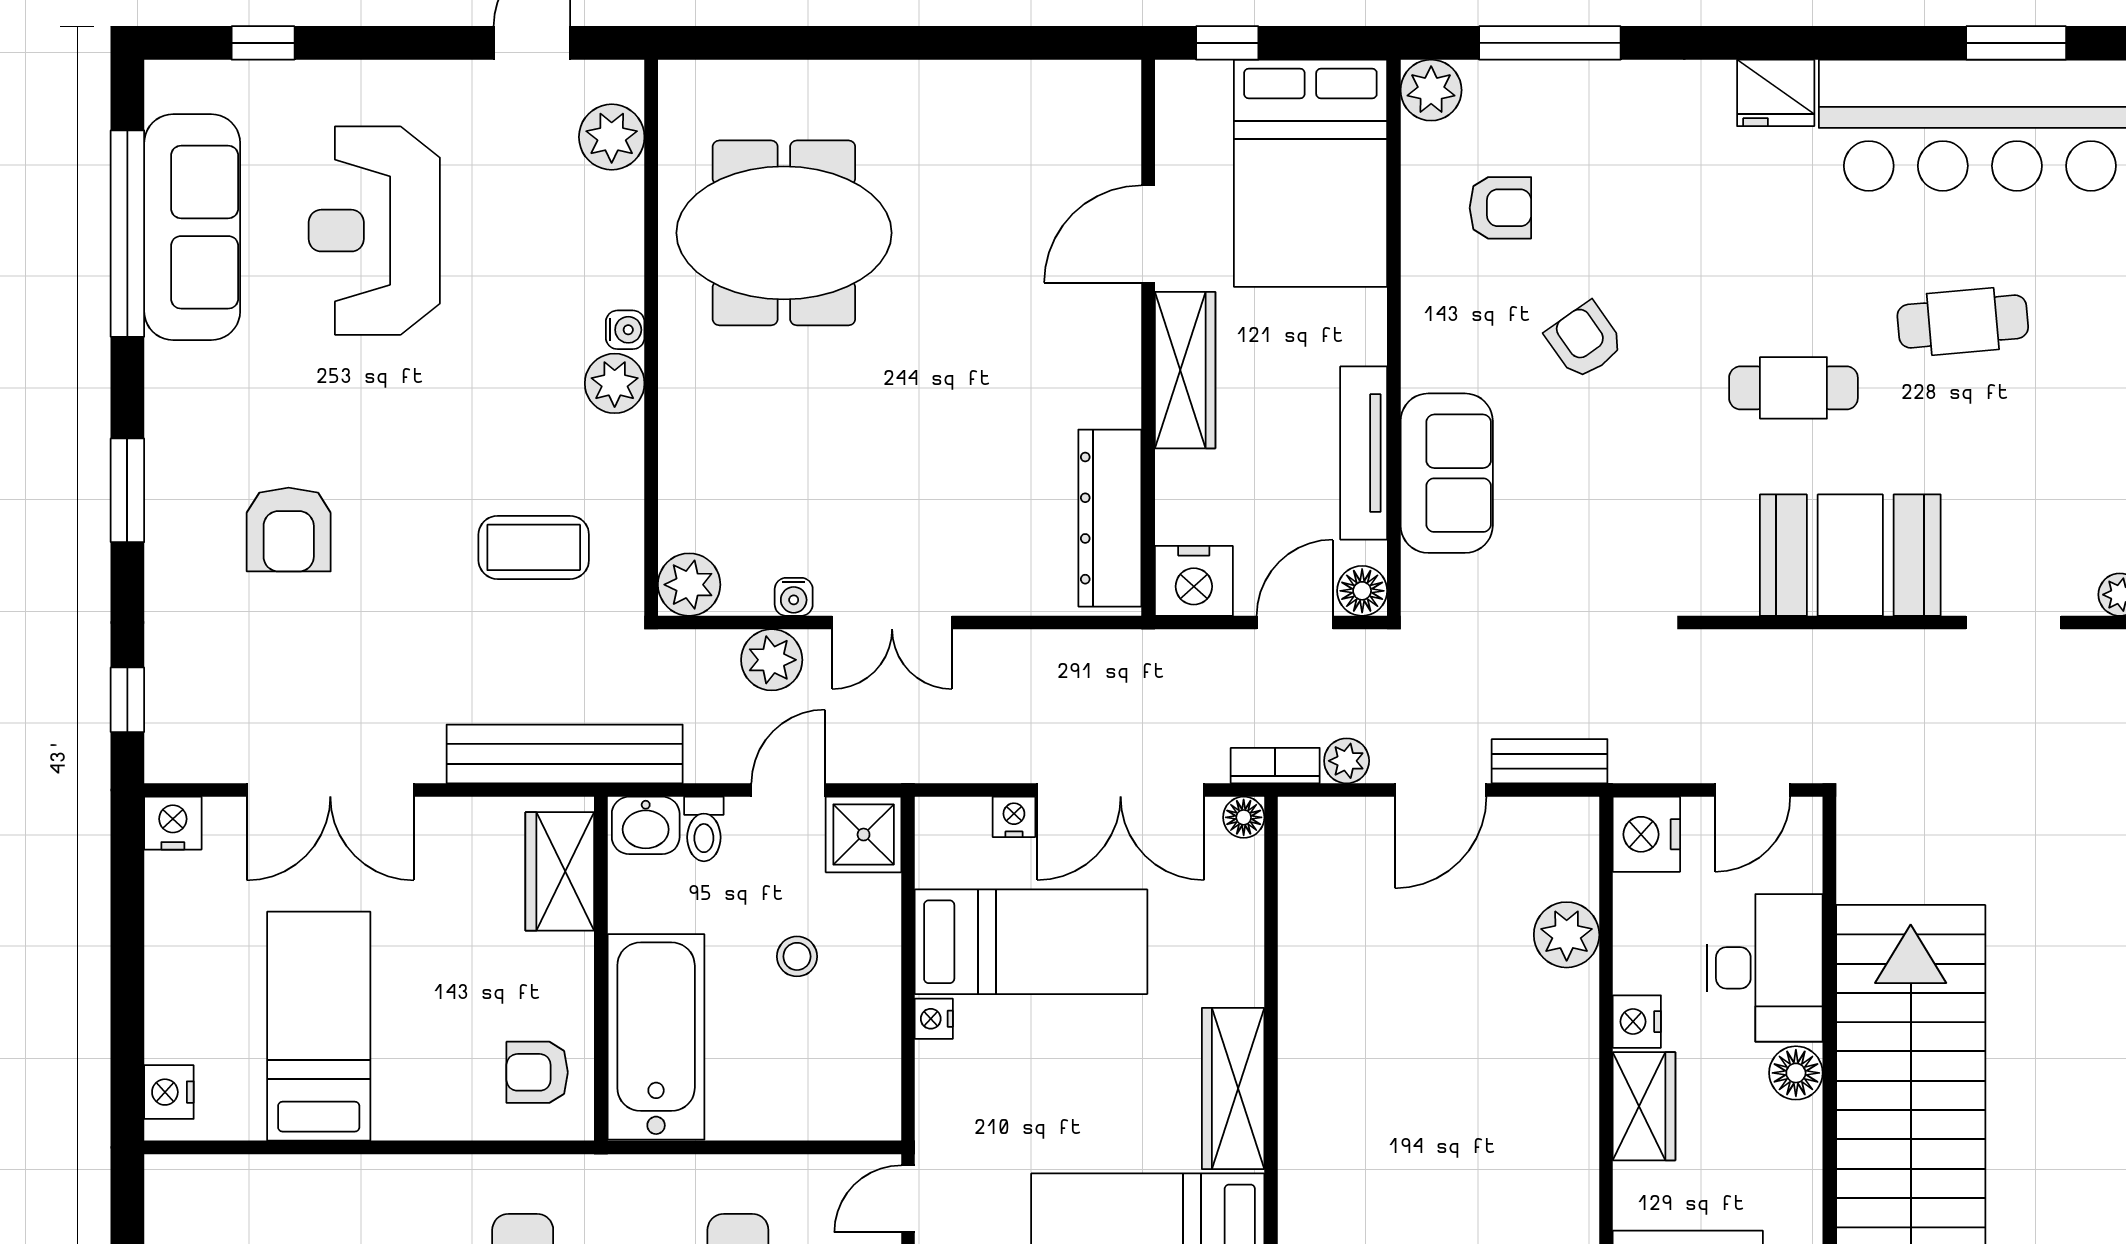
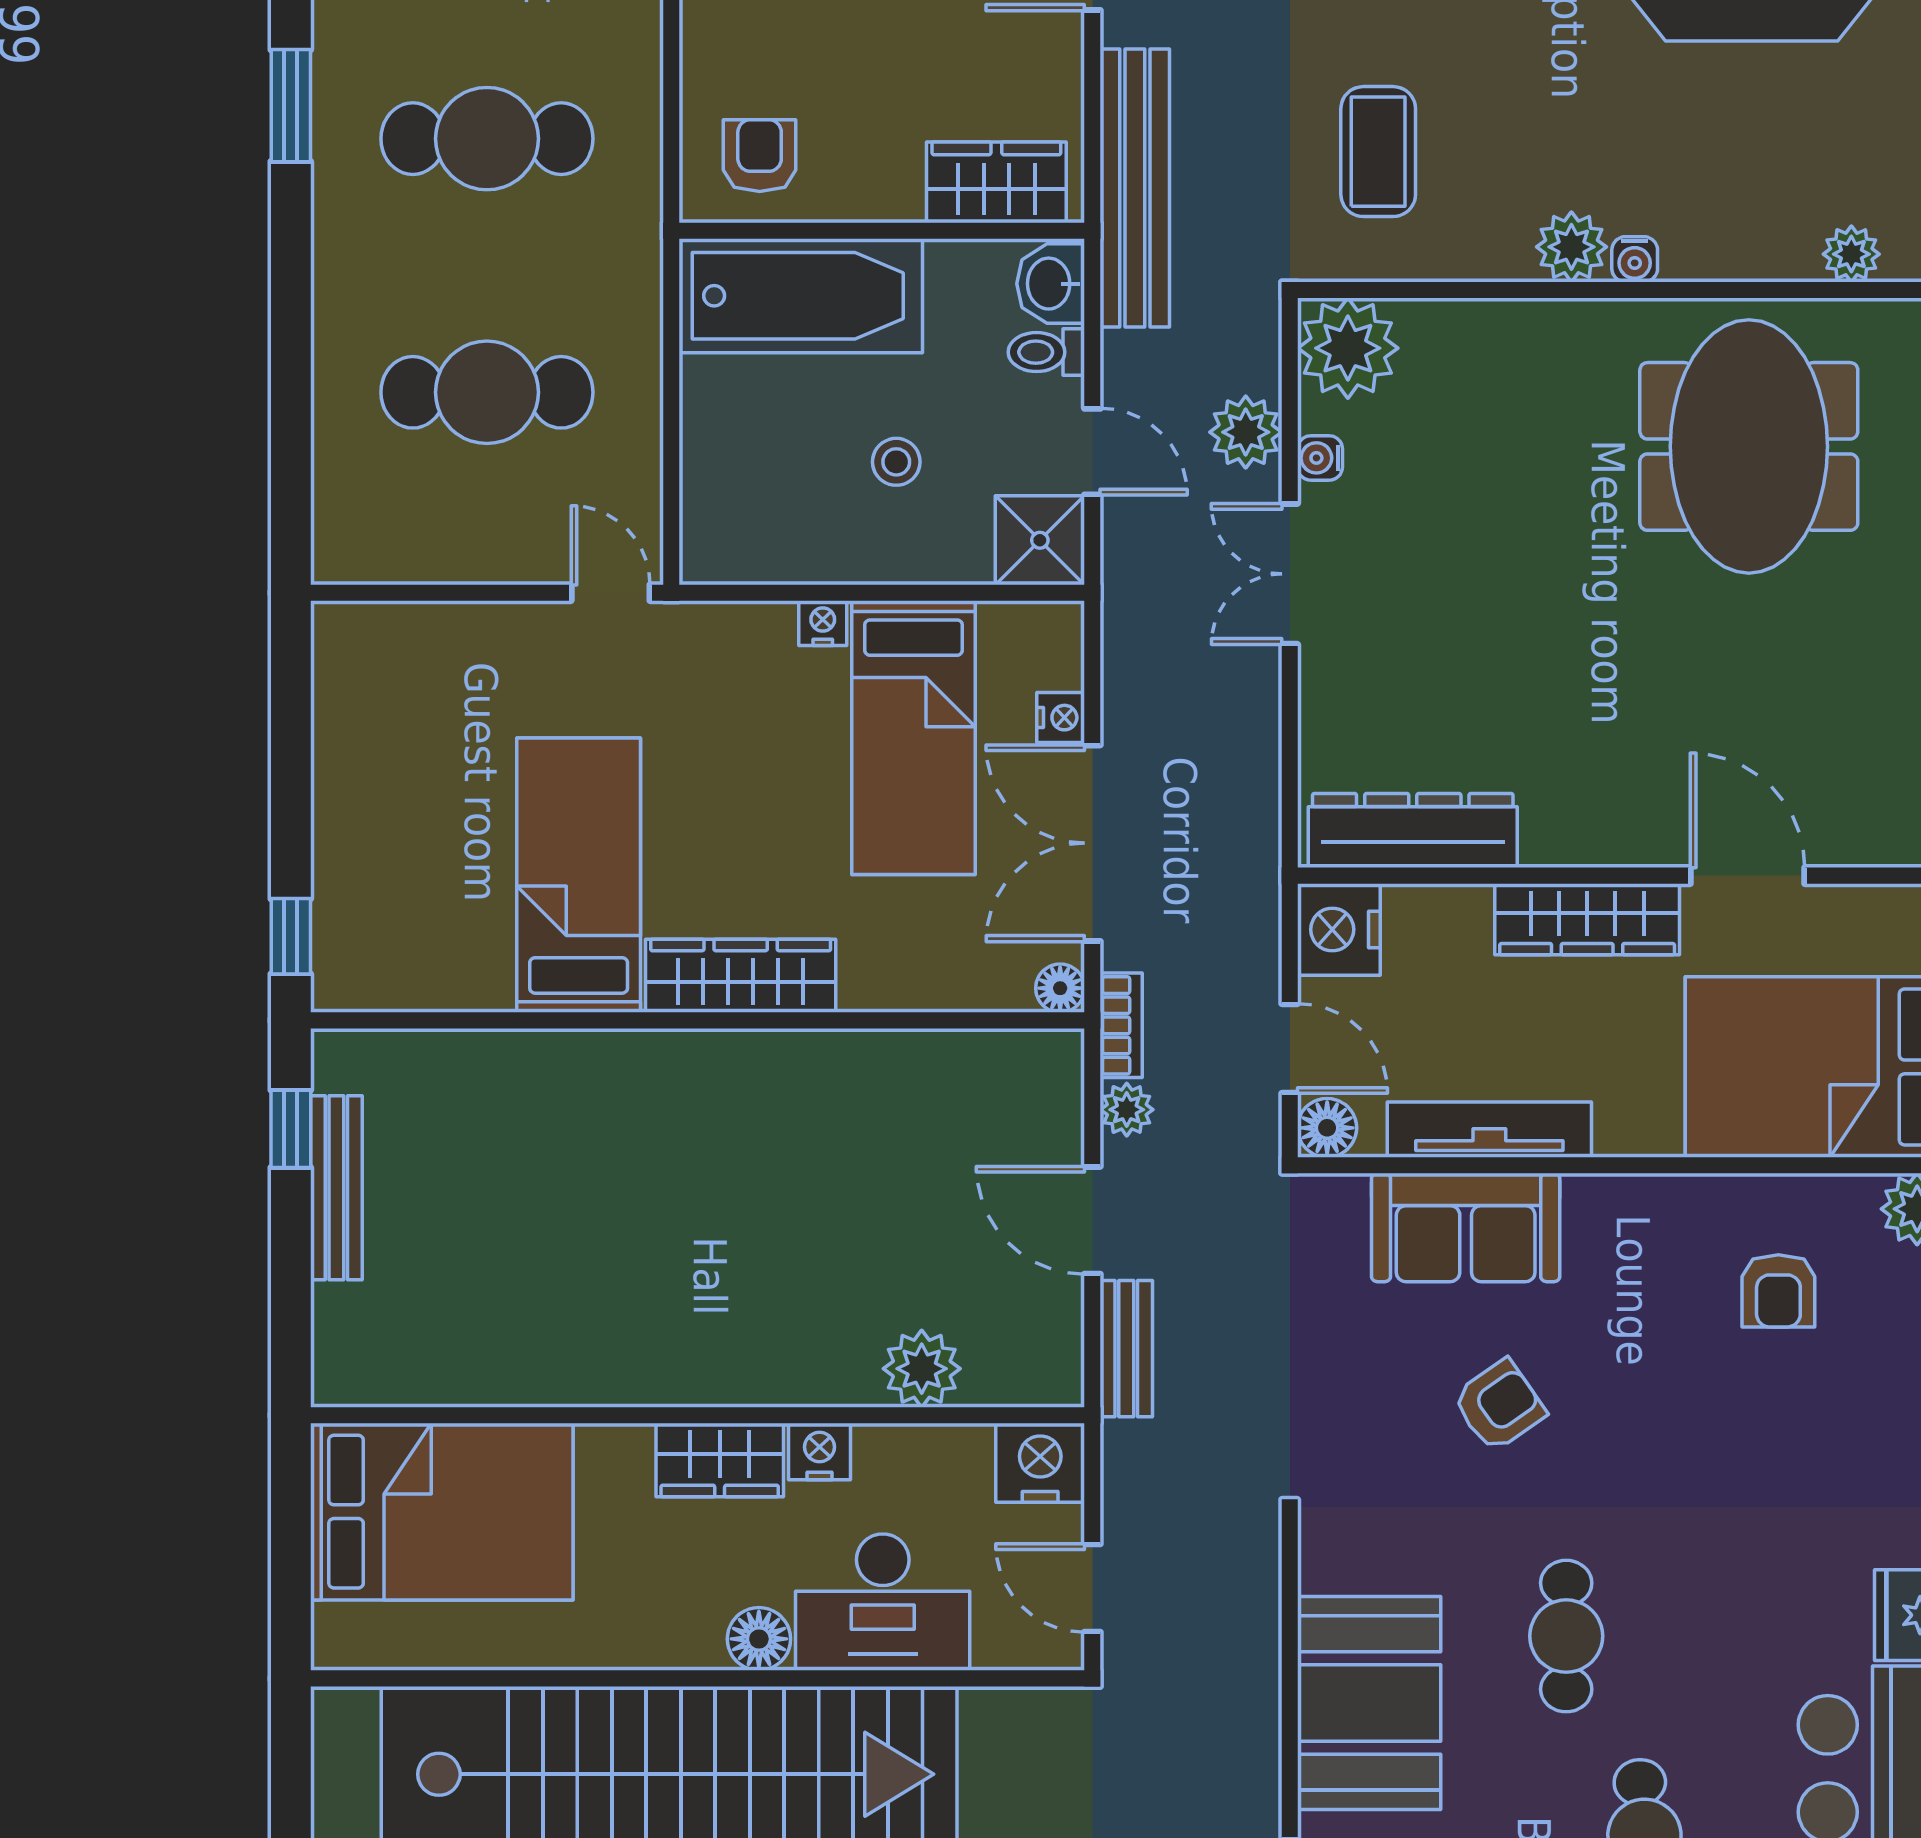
plant: (612, 137) -> (1851, 254), width x0.73, depth x0.73
armchair: (1585, 340) -> (1499, 1406), moved
plant: (689, 585) -> (1348, 348), width x1.36, depth x1.36

